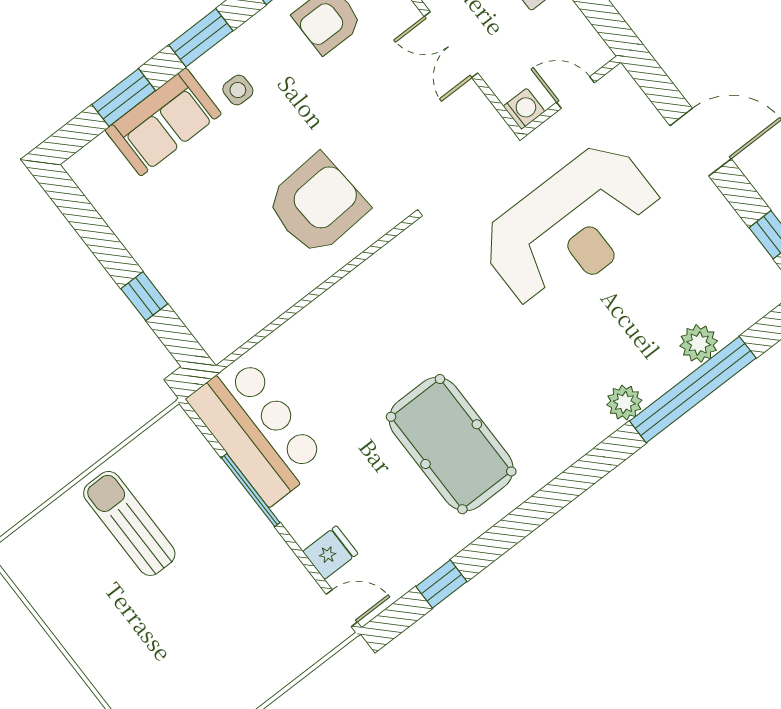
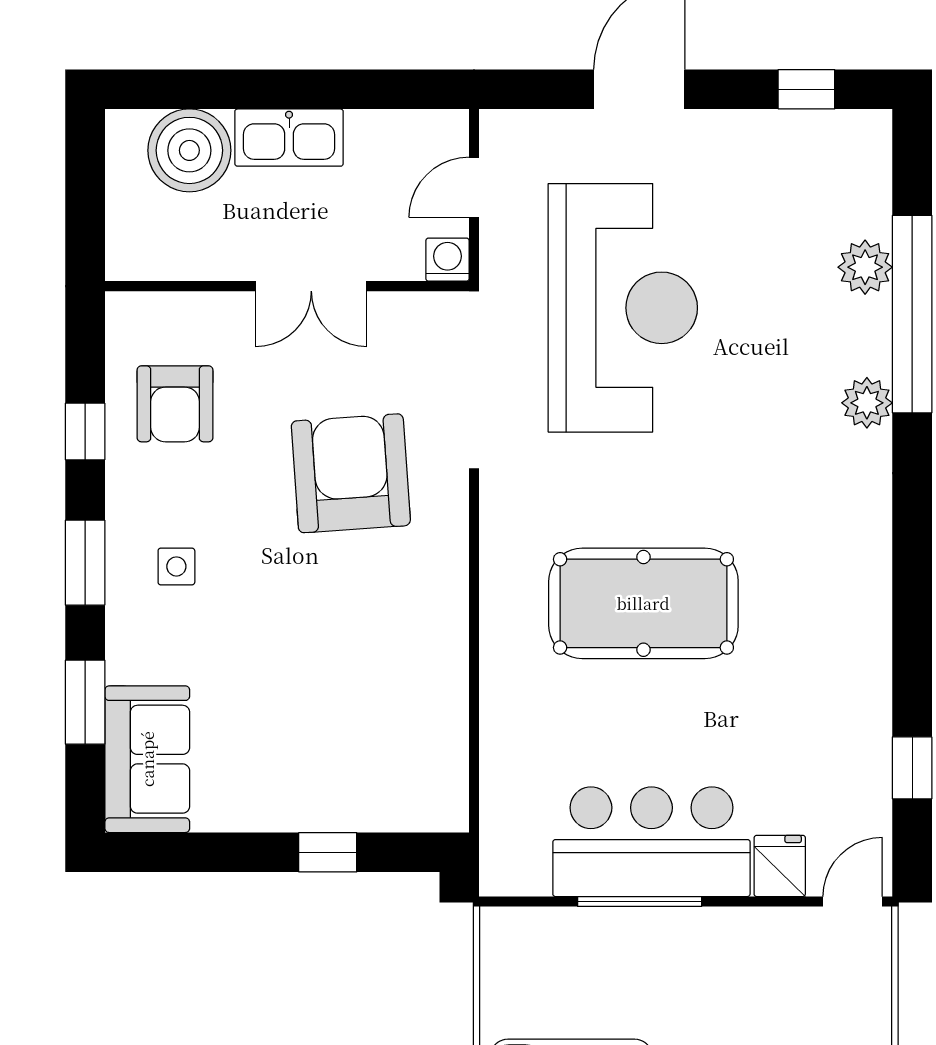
sofa: (163, 122) -> (147, 759), moved
armchair: (317, 205) -> (351, 473), moved
bar counter: (257, 430) -> (651, 842), moved
pool table: (451, 444) -> (643, 603), moved

